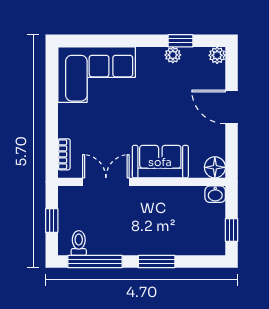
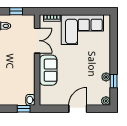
corner sofa: (97, 75) -> (82, 30), moved, turned -90
floor lamp: (215, 167) -> (45, 100), removed
window: (232, 230) -> (24, 109), moved

